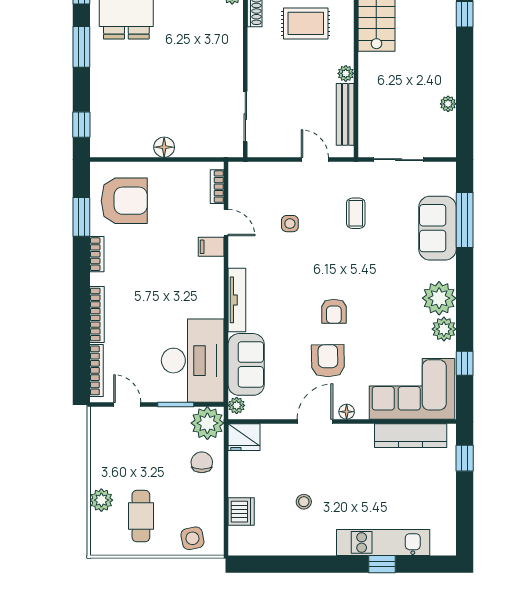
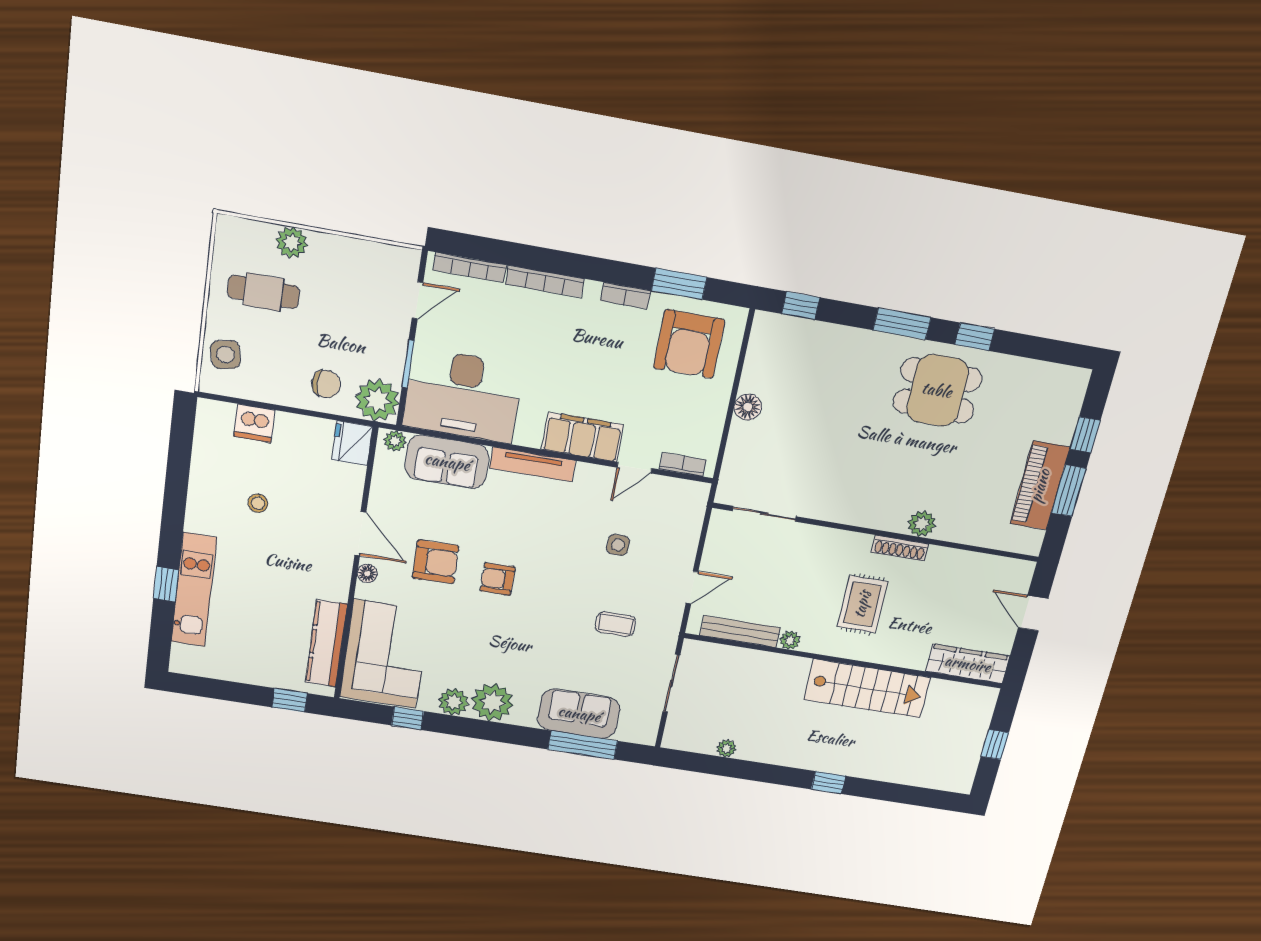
filing cabinet: (211, 247) -> (583, 437), width x3.00, depth x1.17

